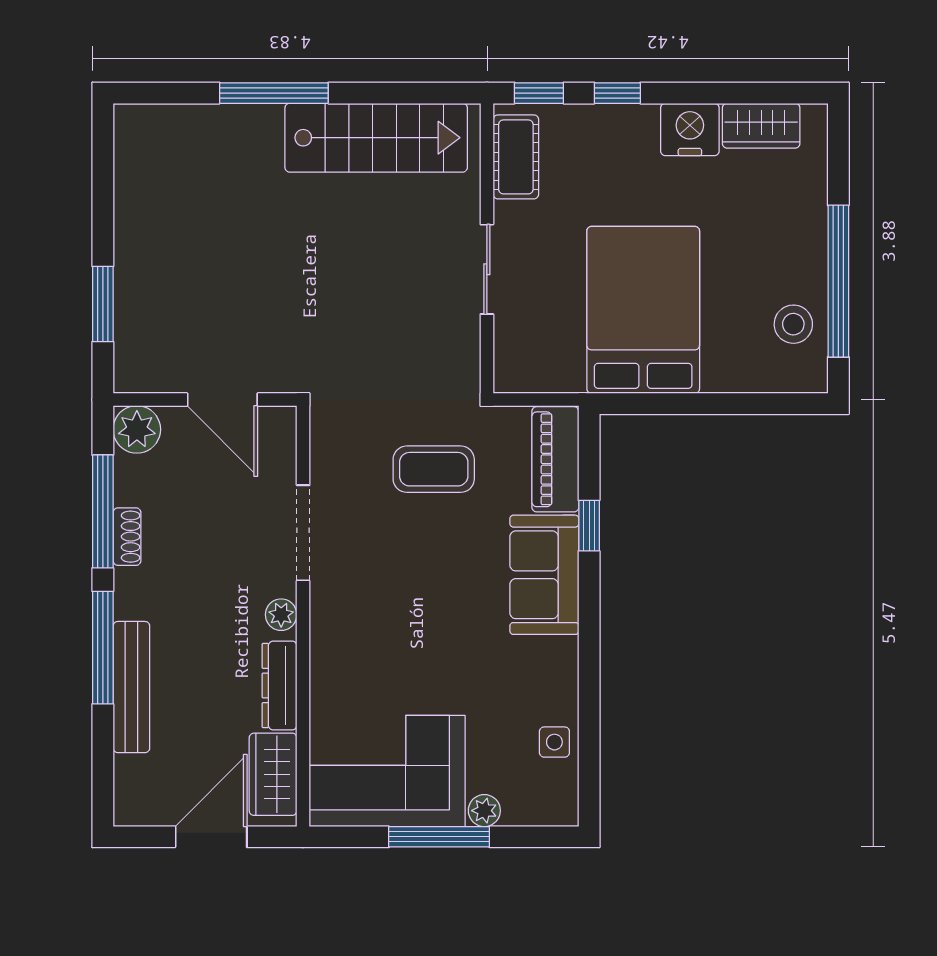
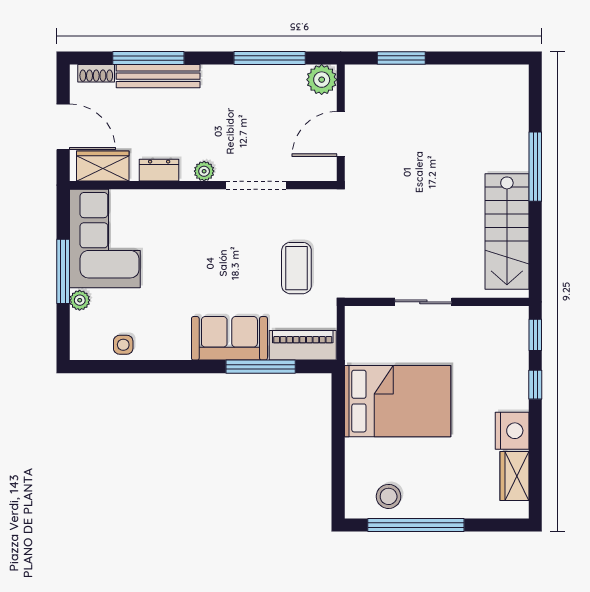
cot: (516, 157) -> (495, 320), removed
window: (589, 526) -> (261, 367), width x2.17
shoe rack: (127, 537) -> (96, 73), moved
window: (103, 648) -> (148, 58), moved
dresser: (280, 686) -> (159, 170), width x0.70

